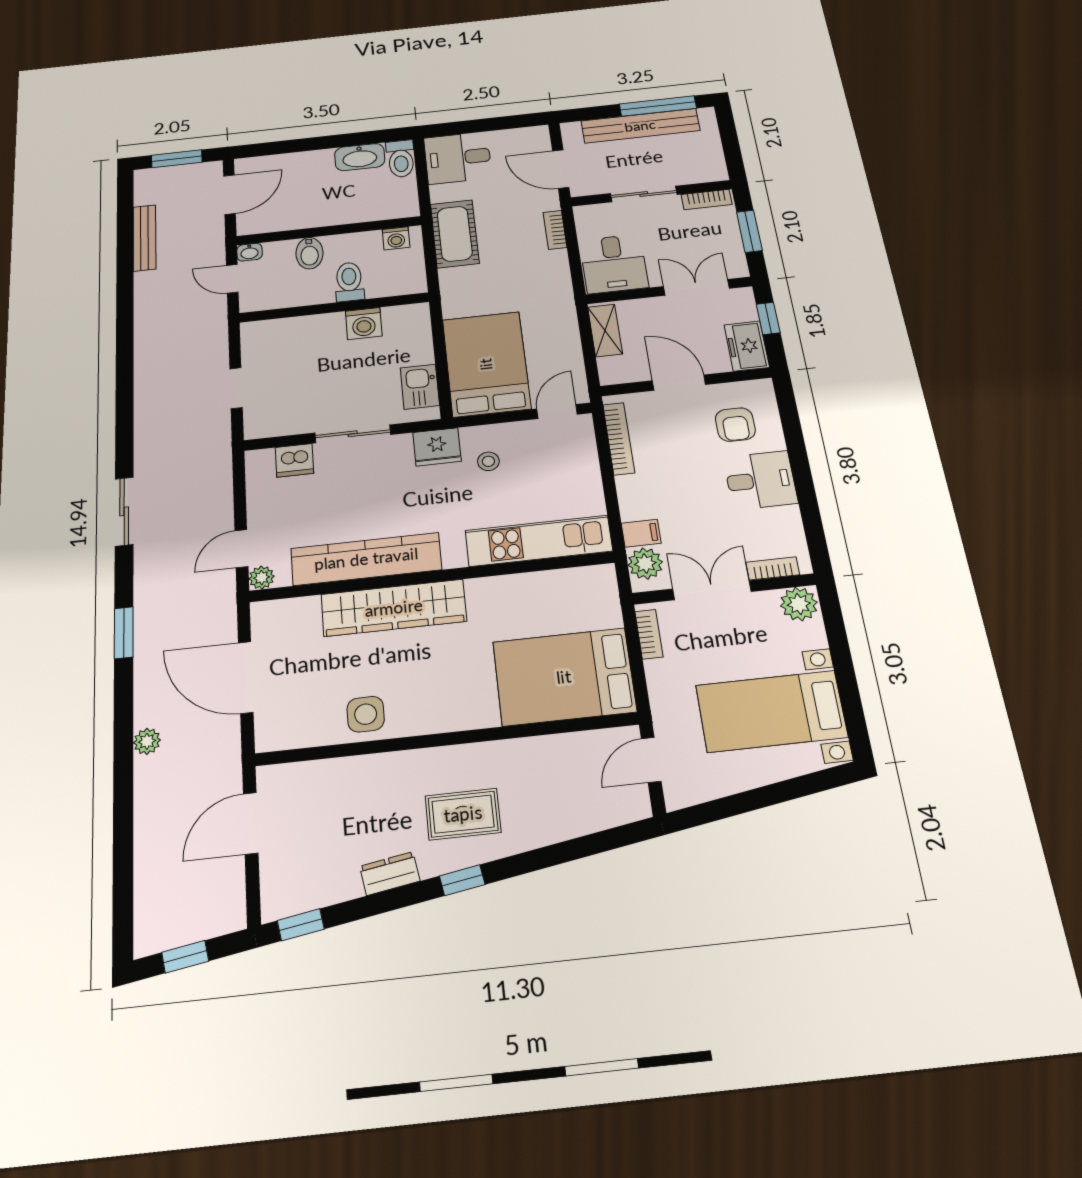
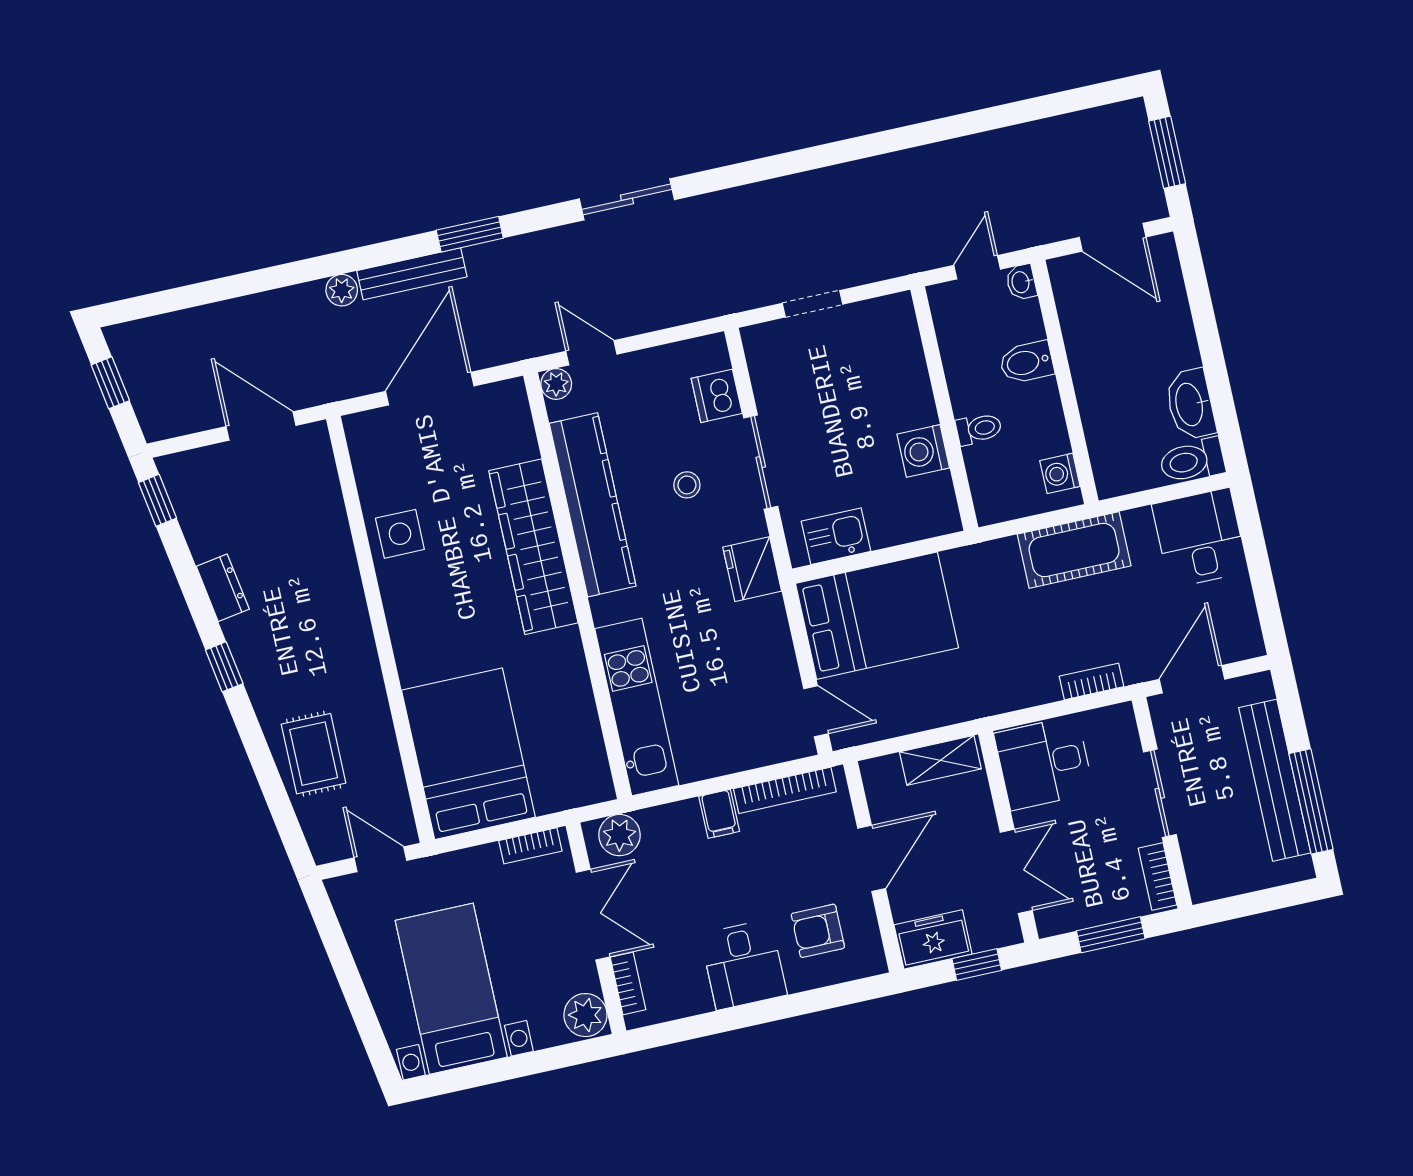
bench: (144, 238) -> (412, 274), moved
toilet: (349, 282) -> (979, 429), width x0.73, depth x0.72
stool: (488, 461) -> (687, 485), moved
filing cabinet: (641, 533) -> (719, 814), moved
rug: (463, 814) -> (314, 754), moved

